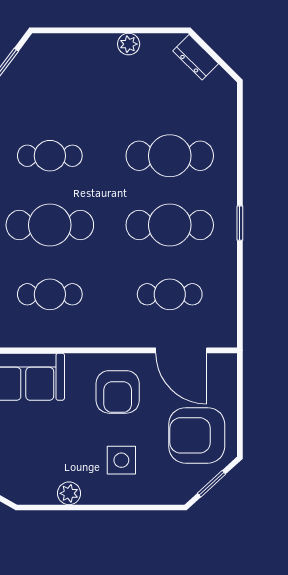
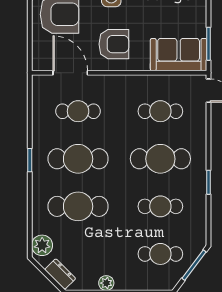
cafe table: (50, 86) -> (160, 254), added
plant: (222, 99) -> (42, 245), added
armchair: (118, 392) -> (114, 44), turned 90

